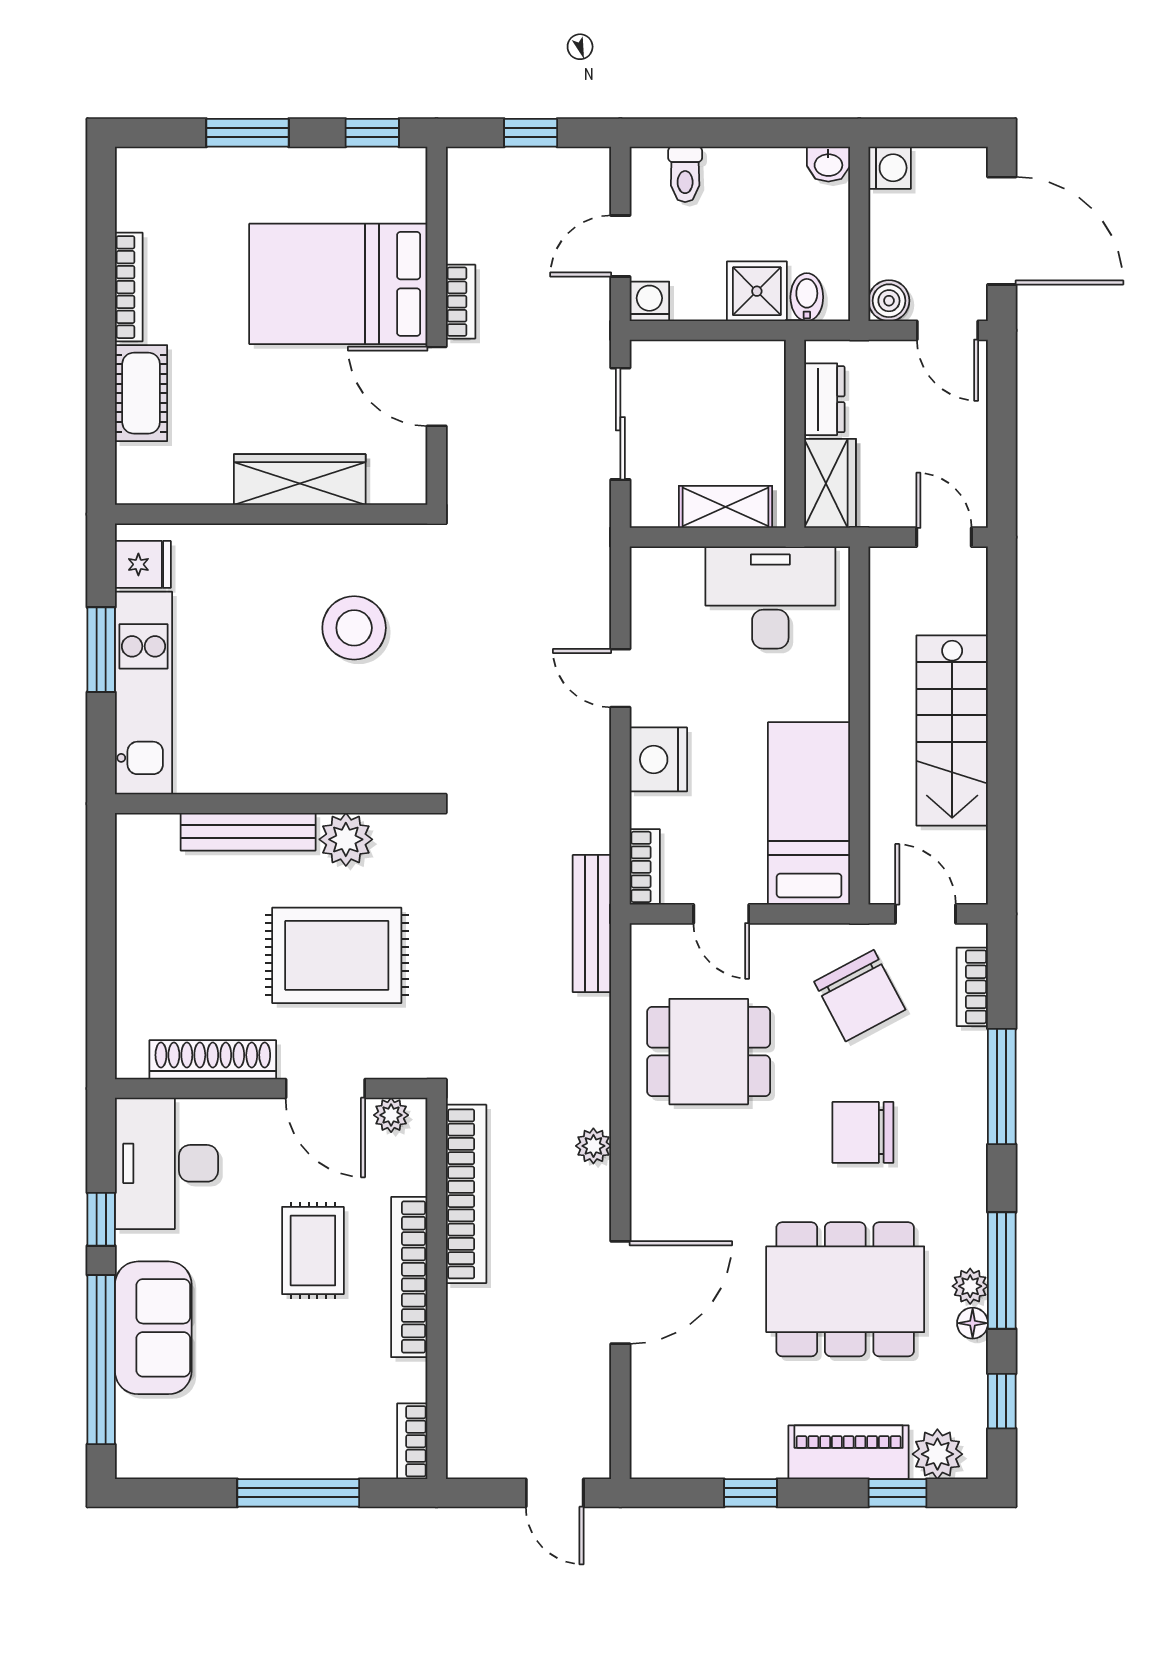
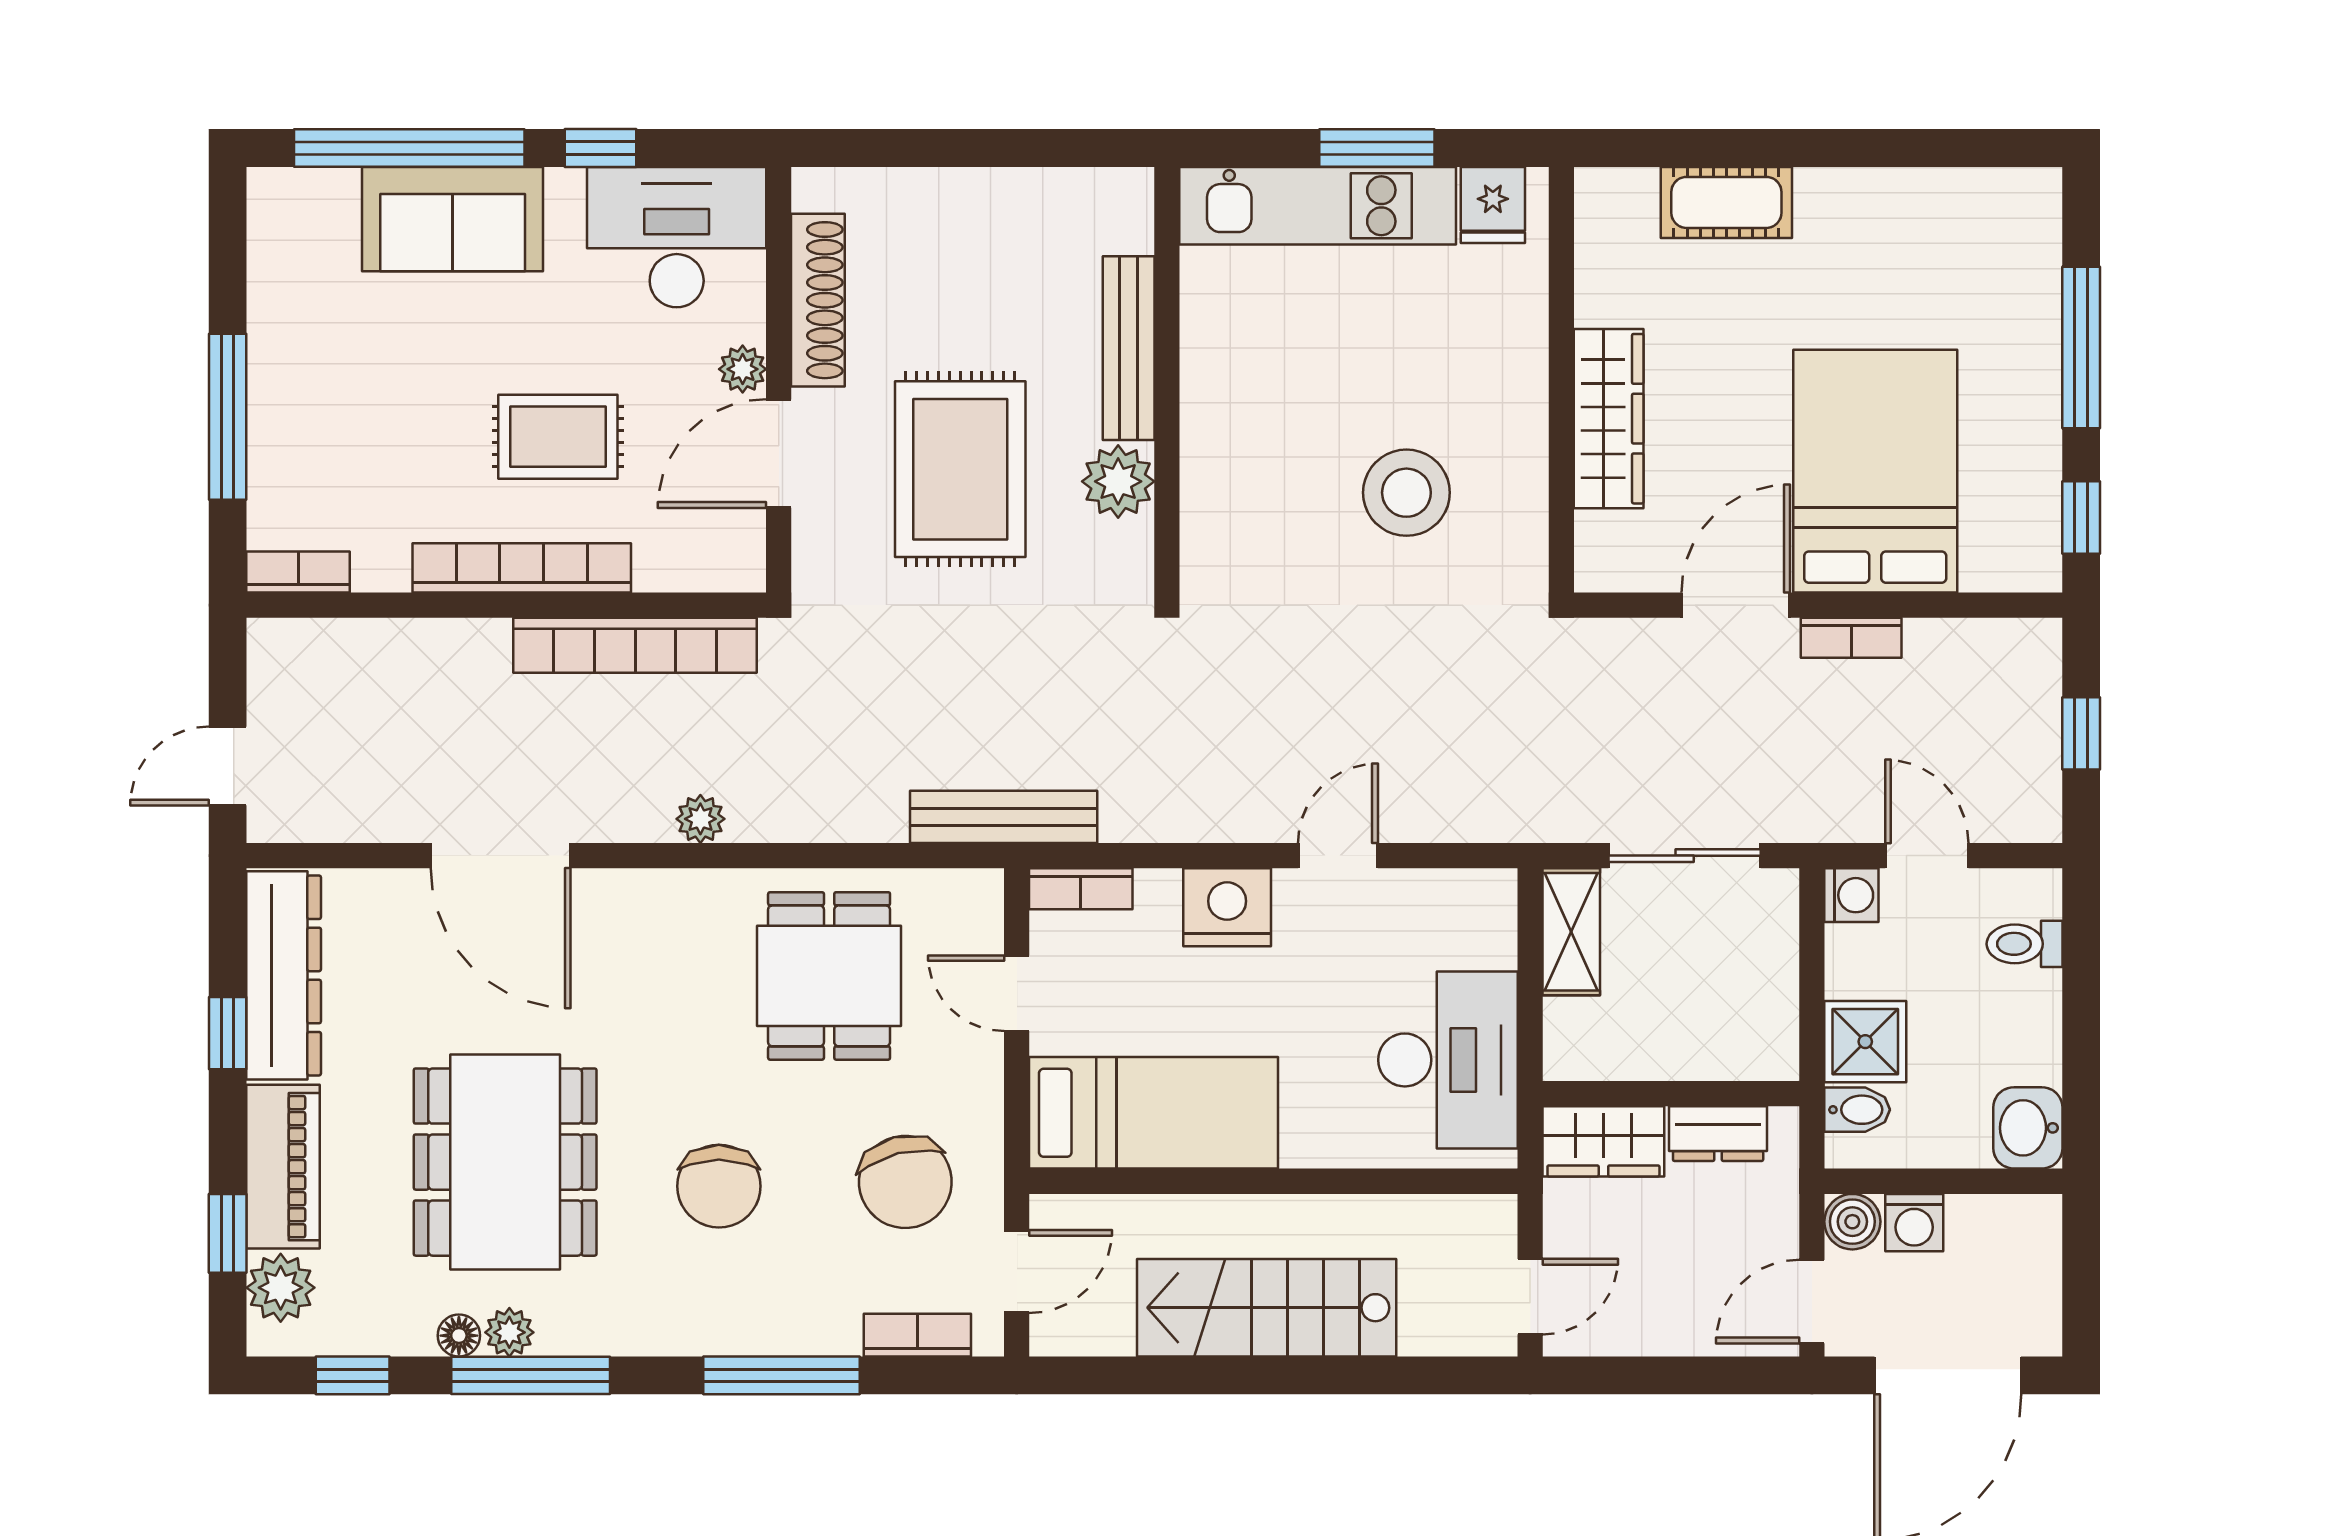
window: (248, 133) -> (2081, 348), width x1.44
washbasin: (828, 164) -> (2028, 1128), width x1.38, depth x1.45
washing machine: (890, 168) -> (1914, 1223), moved
bookcase: (129, 287) -> (1871, 186), removed
shelving: (726, 507) -> (1571, 932), moved
door: (721, 914) -> (1017, 993), hinge flipped
chair: (860, 996) -> (905, 1182), turned -76
plant: (391, 1115) -> (743, 369), moved
chair: (863, 1132) -> (719, 1186), turned 180
dresser: (708, 1452) -> (284, 975), added

